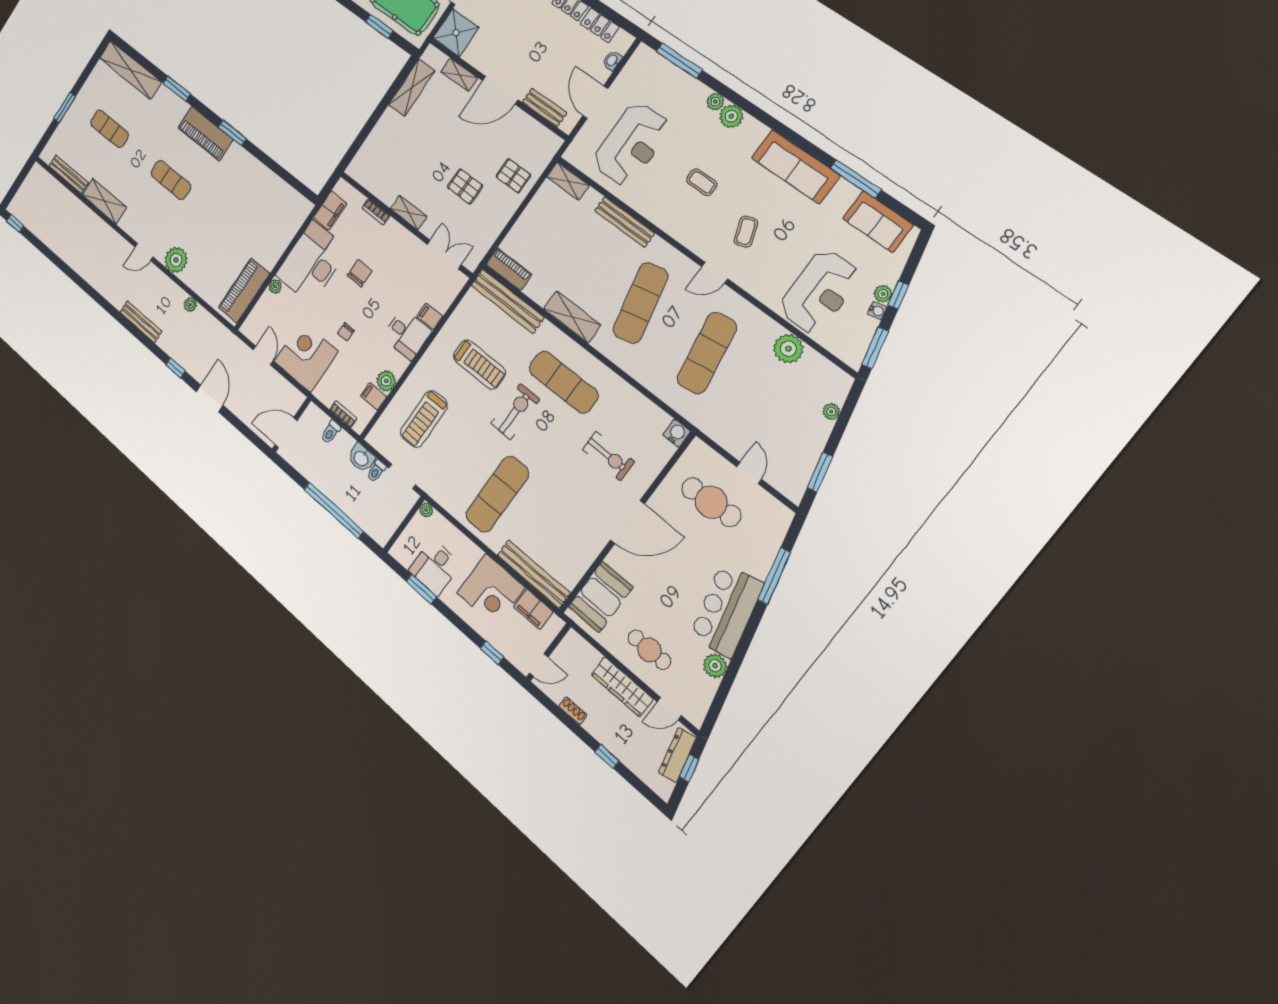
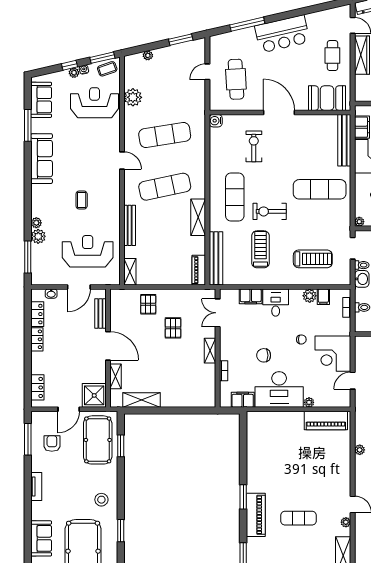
plant: (731, 116) -> (38, 236), moved
exercise mat: (171, 180) -> (298, 518), turned 90
coffee table: (746, 232) -> (107, 69), moved
plant: (176, 260) -> (346, 522), moved, width x0.53, depth x0.53
filing cabinet: (430, 316) -> (251, 296), width x2.00
plant: (715, 666) -> (313, 20), removed

